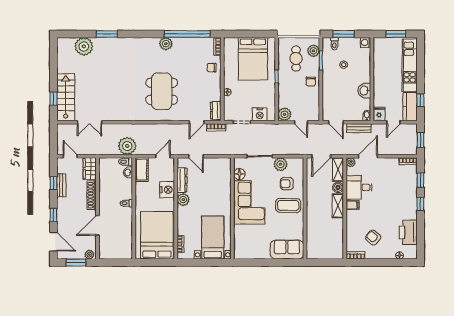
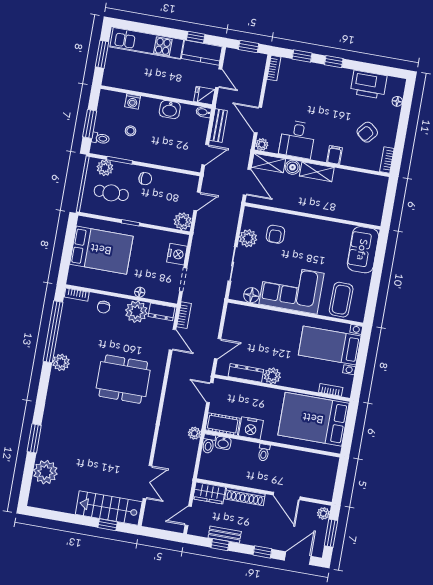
washing machine: (365, 42) -> (133, 101), moved
plant: (213, 92) -> (136, 312), added
plant: (127, 146) -> (194, 433), width x0.53, depth x0.53
nightstand: (167, 190) -> (251, 428), moved, turned 180
coffee table: (288, 205) -> (341, 300), moved
filing cabinet: (352, 205) -> (334, 155), moved

